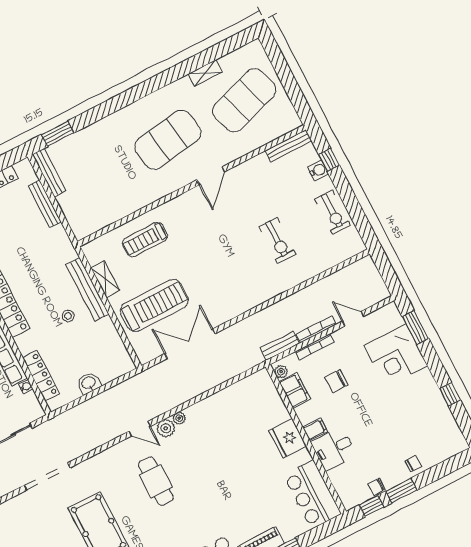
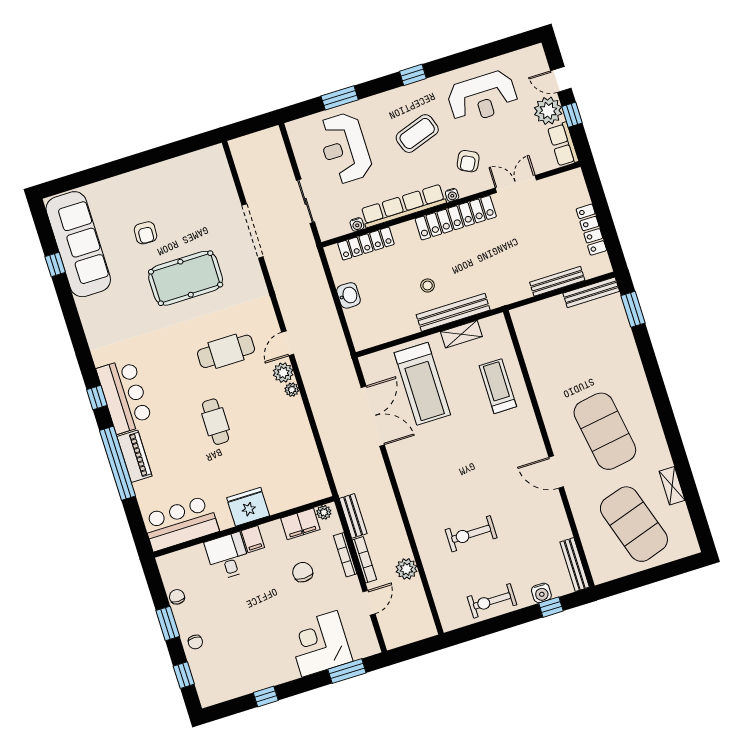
plant: (318, 291) -> (406, 569), added
cafe table: (219, 480) -> (216, 422), added
window: (371, 506) -> (184, 675), moved

